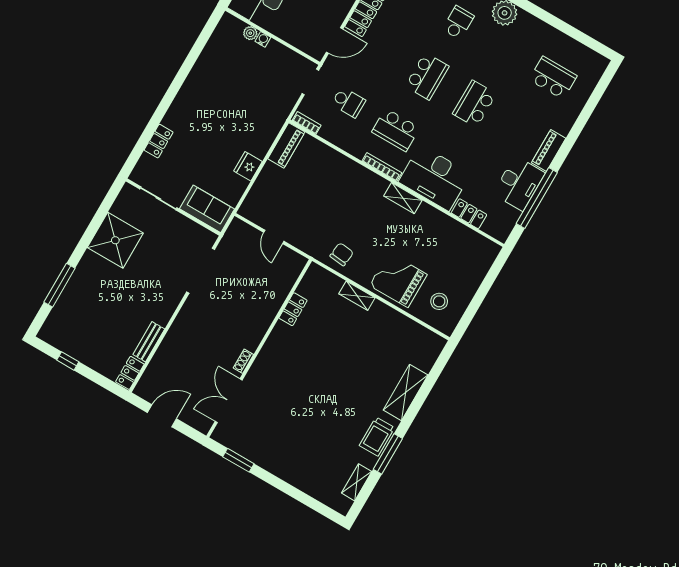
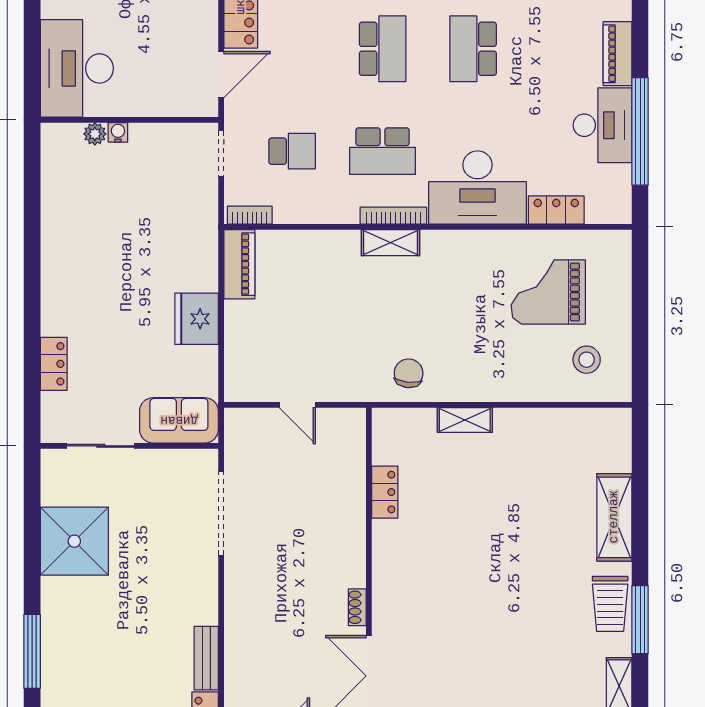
fridge: (248, 166) -> (197, 319), width x1.36, depth x1.34
shelving: (403, 198) -> (390, 243), moved
grand piano: (398, 280) -> (548, 292), moved

